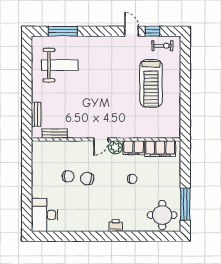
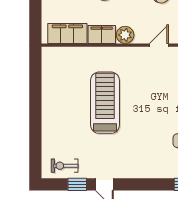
treadmill: (151, 83) -> (105, 103), moved
door: (101, 140) -> (159, 45), moved

